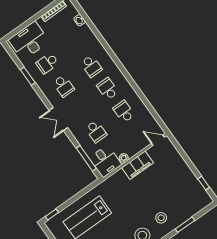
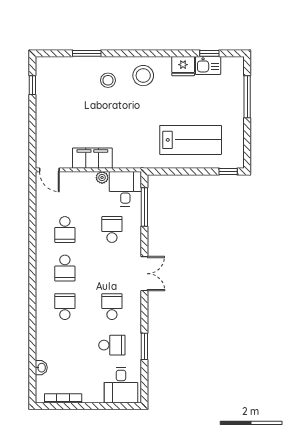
desk: (29, 41) -> (121, 385), width x0.73

